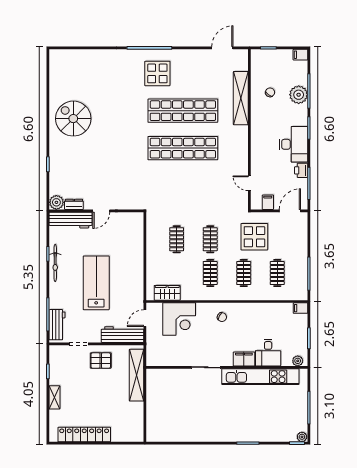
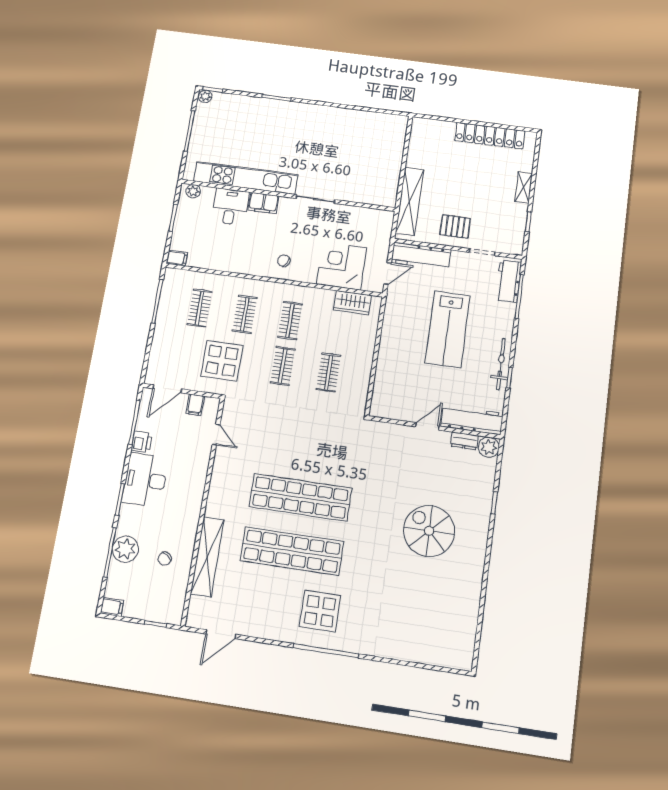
spiral stairs: (73, 119) -> (429, 531), moved, turned 180

